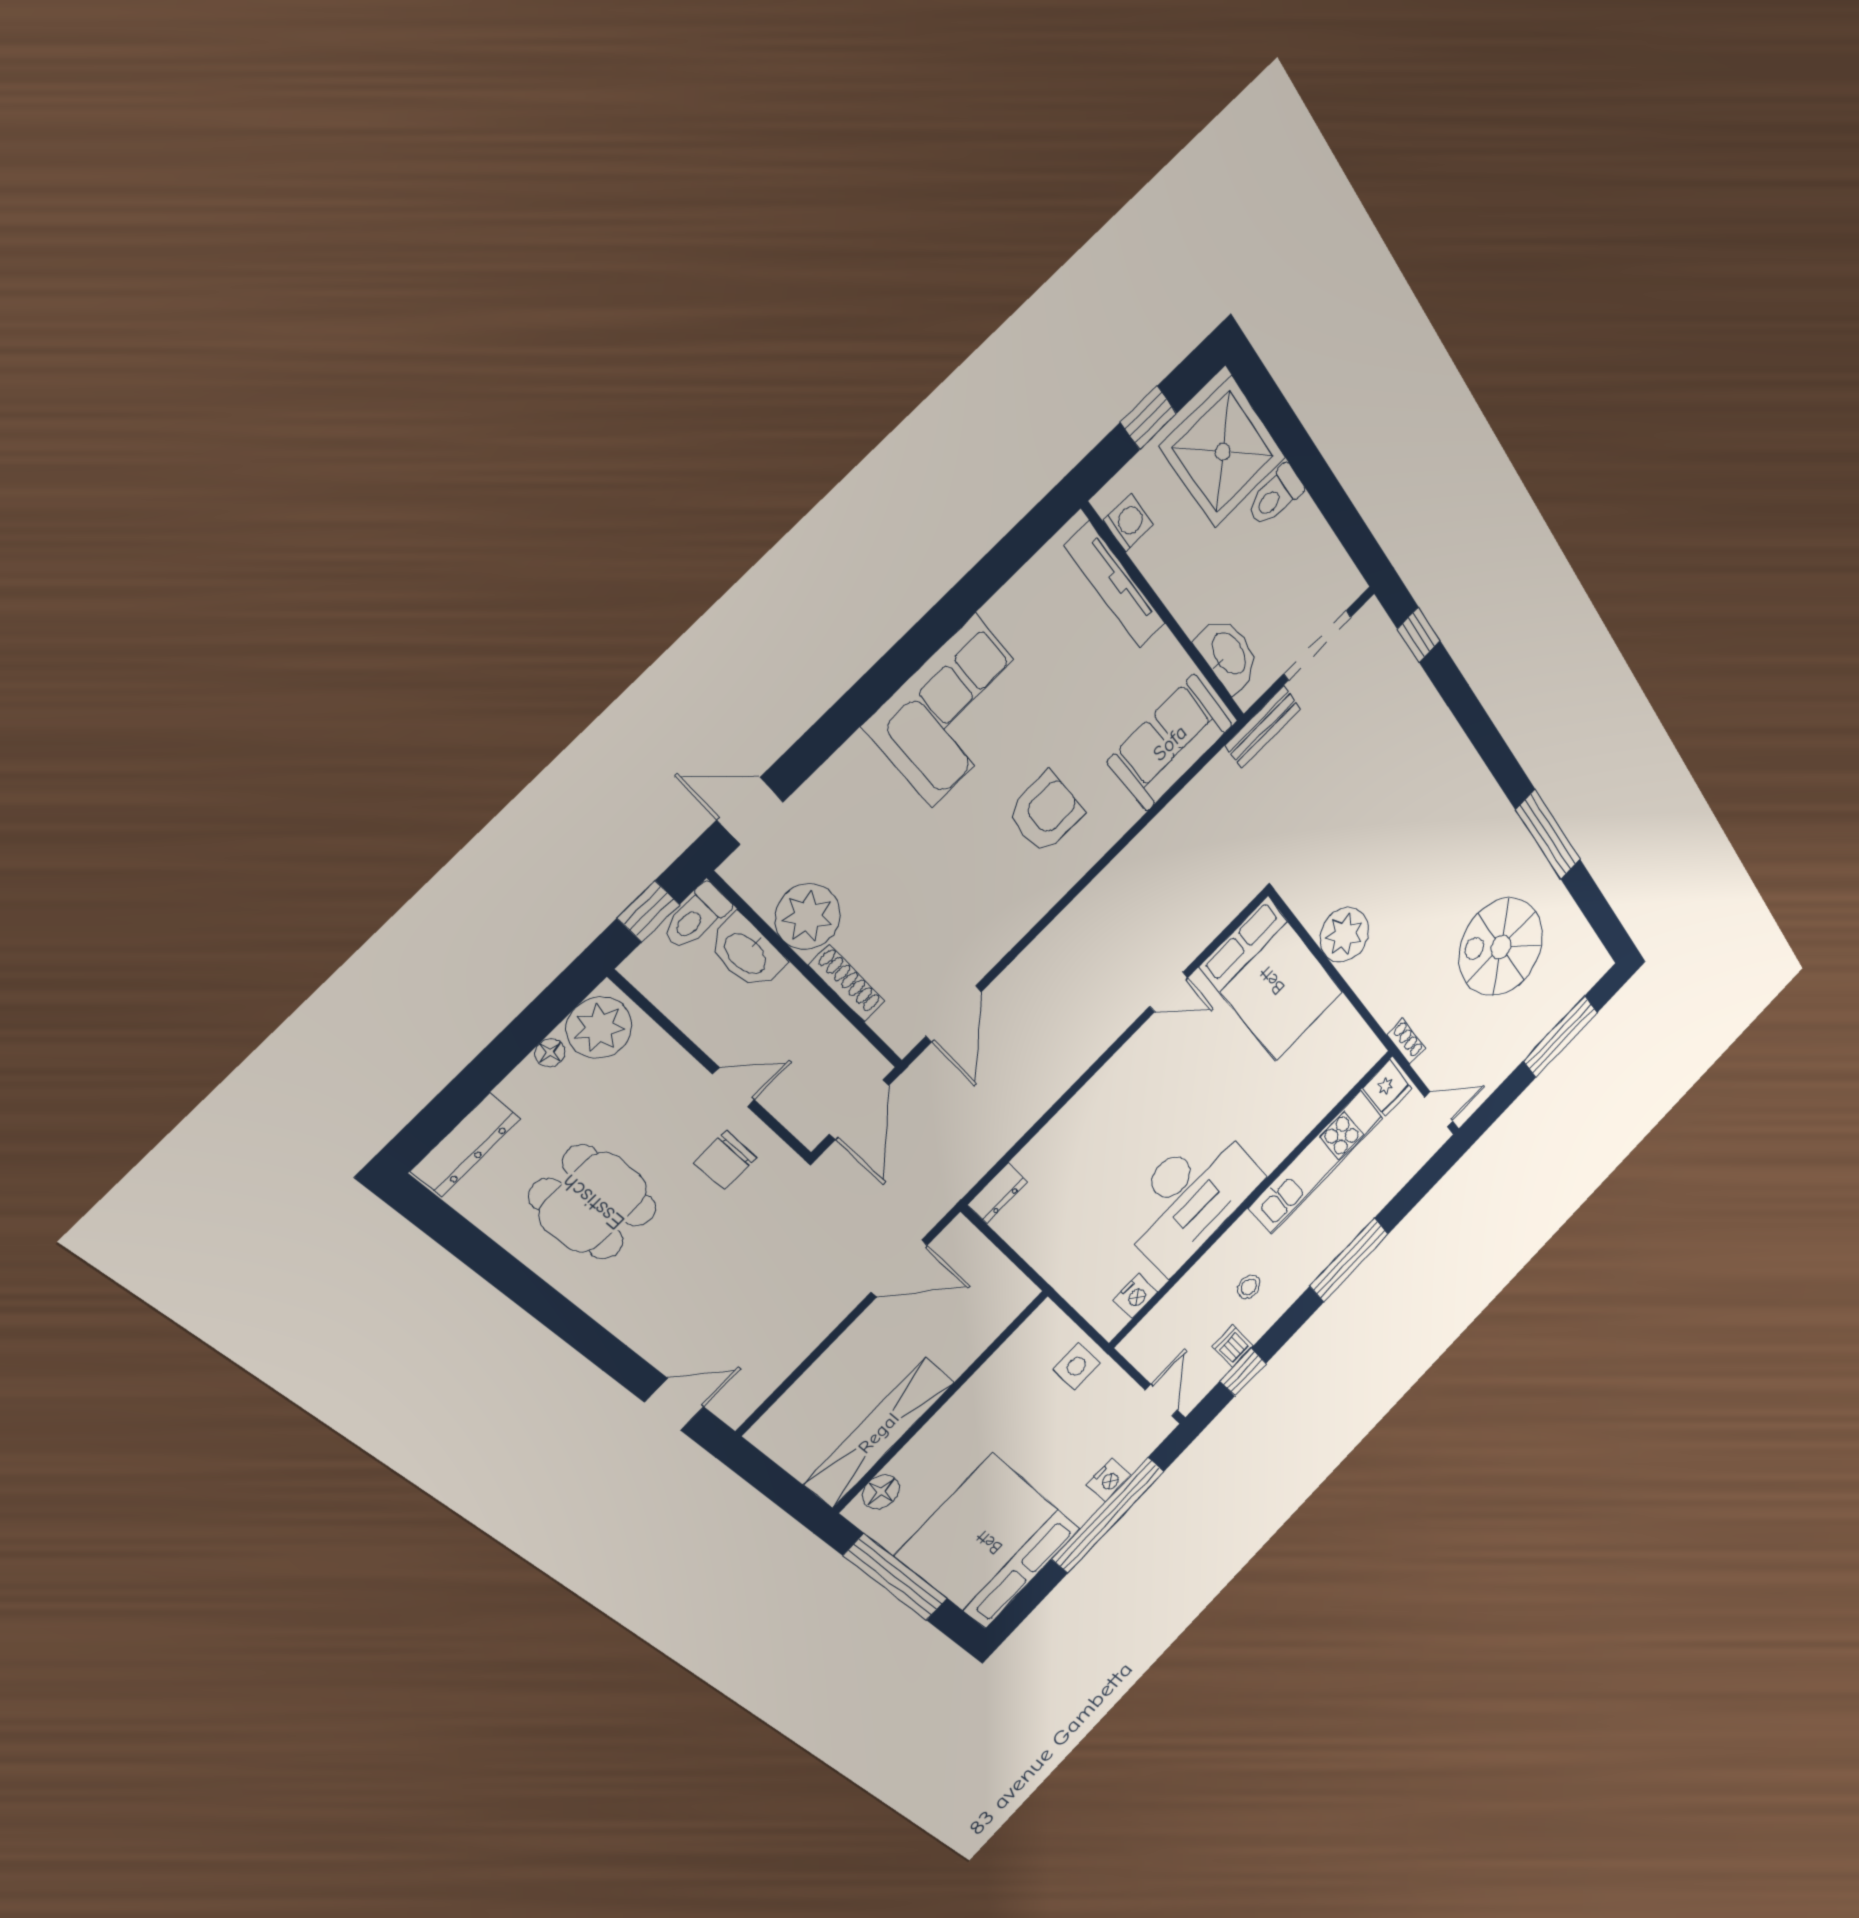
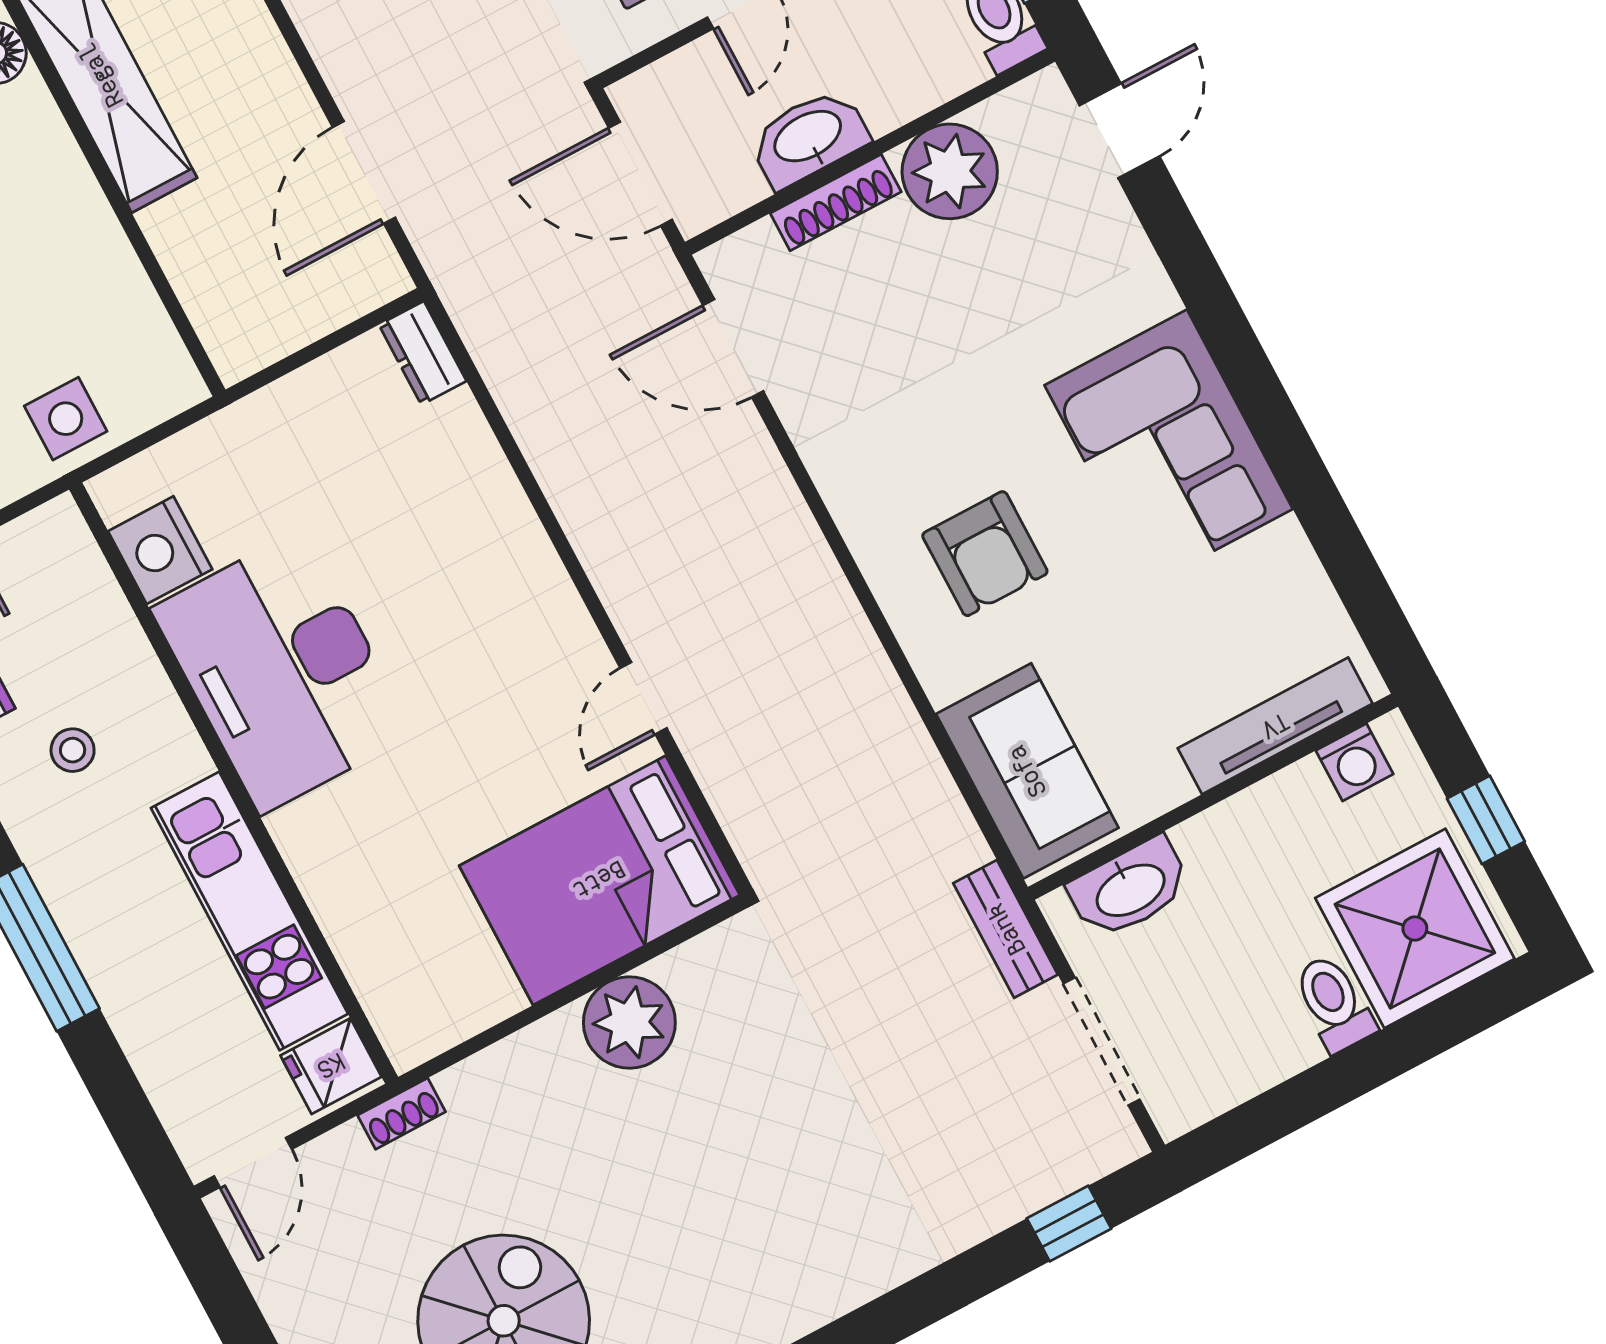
washbasin: (746, 953) -> (809, 138), moved
nightstand: (1136, 1296) -> (160, 550), width x1.36, depth x1.33

